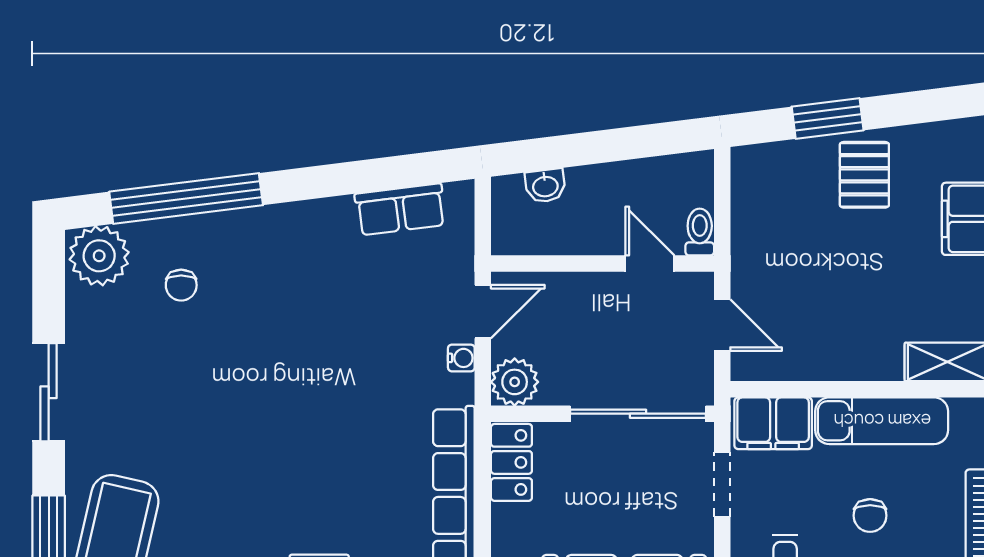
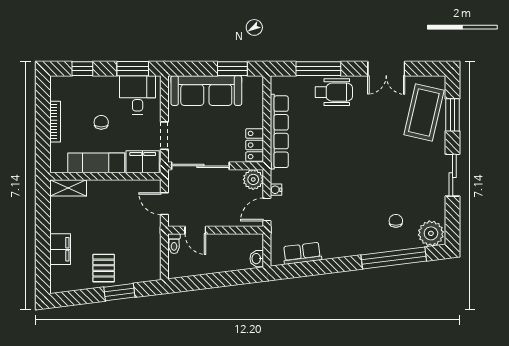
washbasin: (545, 186) -> (257, 259), moved, turned -83

